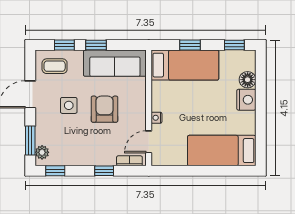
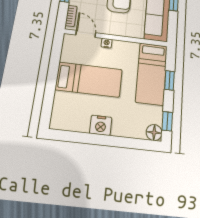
floor lamp: (248, 80) -> (154, 133), moved
nightstand: (246, 100) -> (101, 125), moved
bed: (222, 151) -> (89, 80), moved, turned 90

